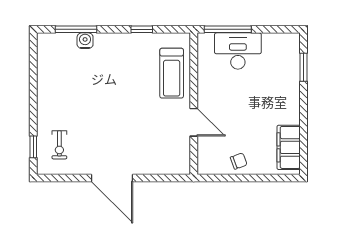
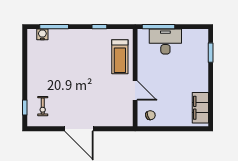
water cooler: (85, 41) -> (42, 34), moved
chair: (239, 161) -> (150, 115), moved

